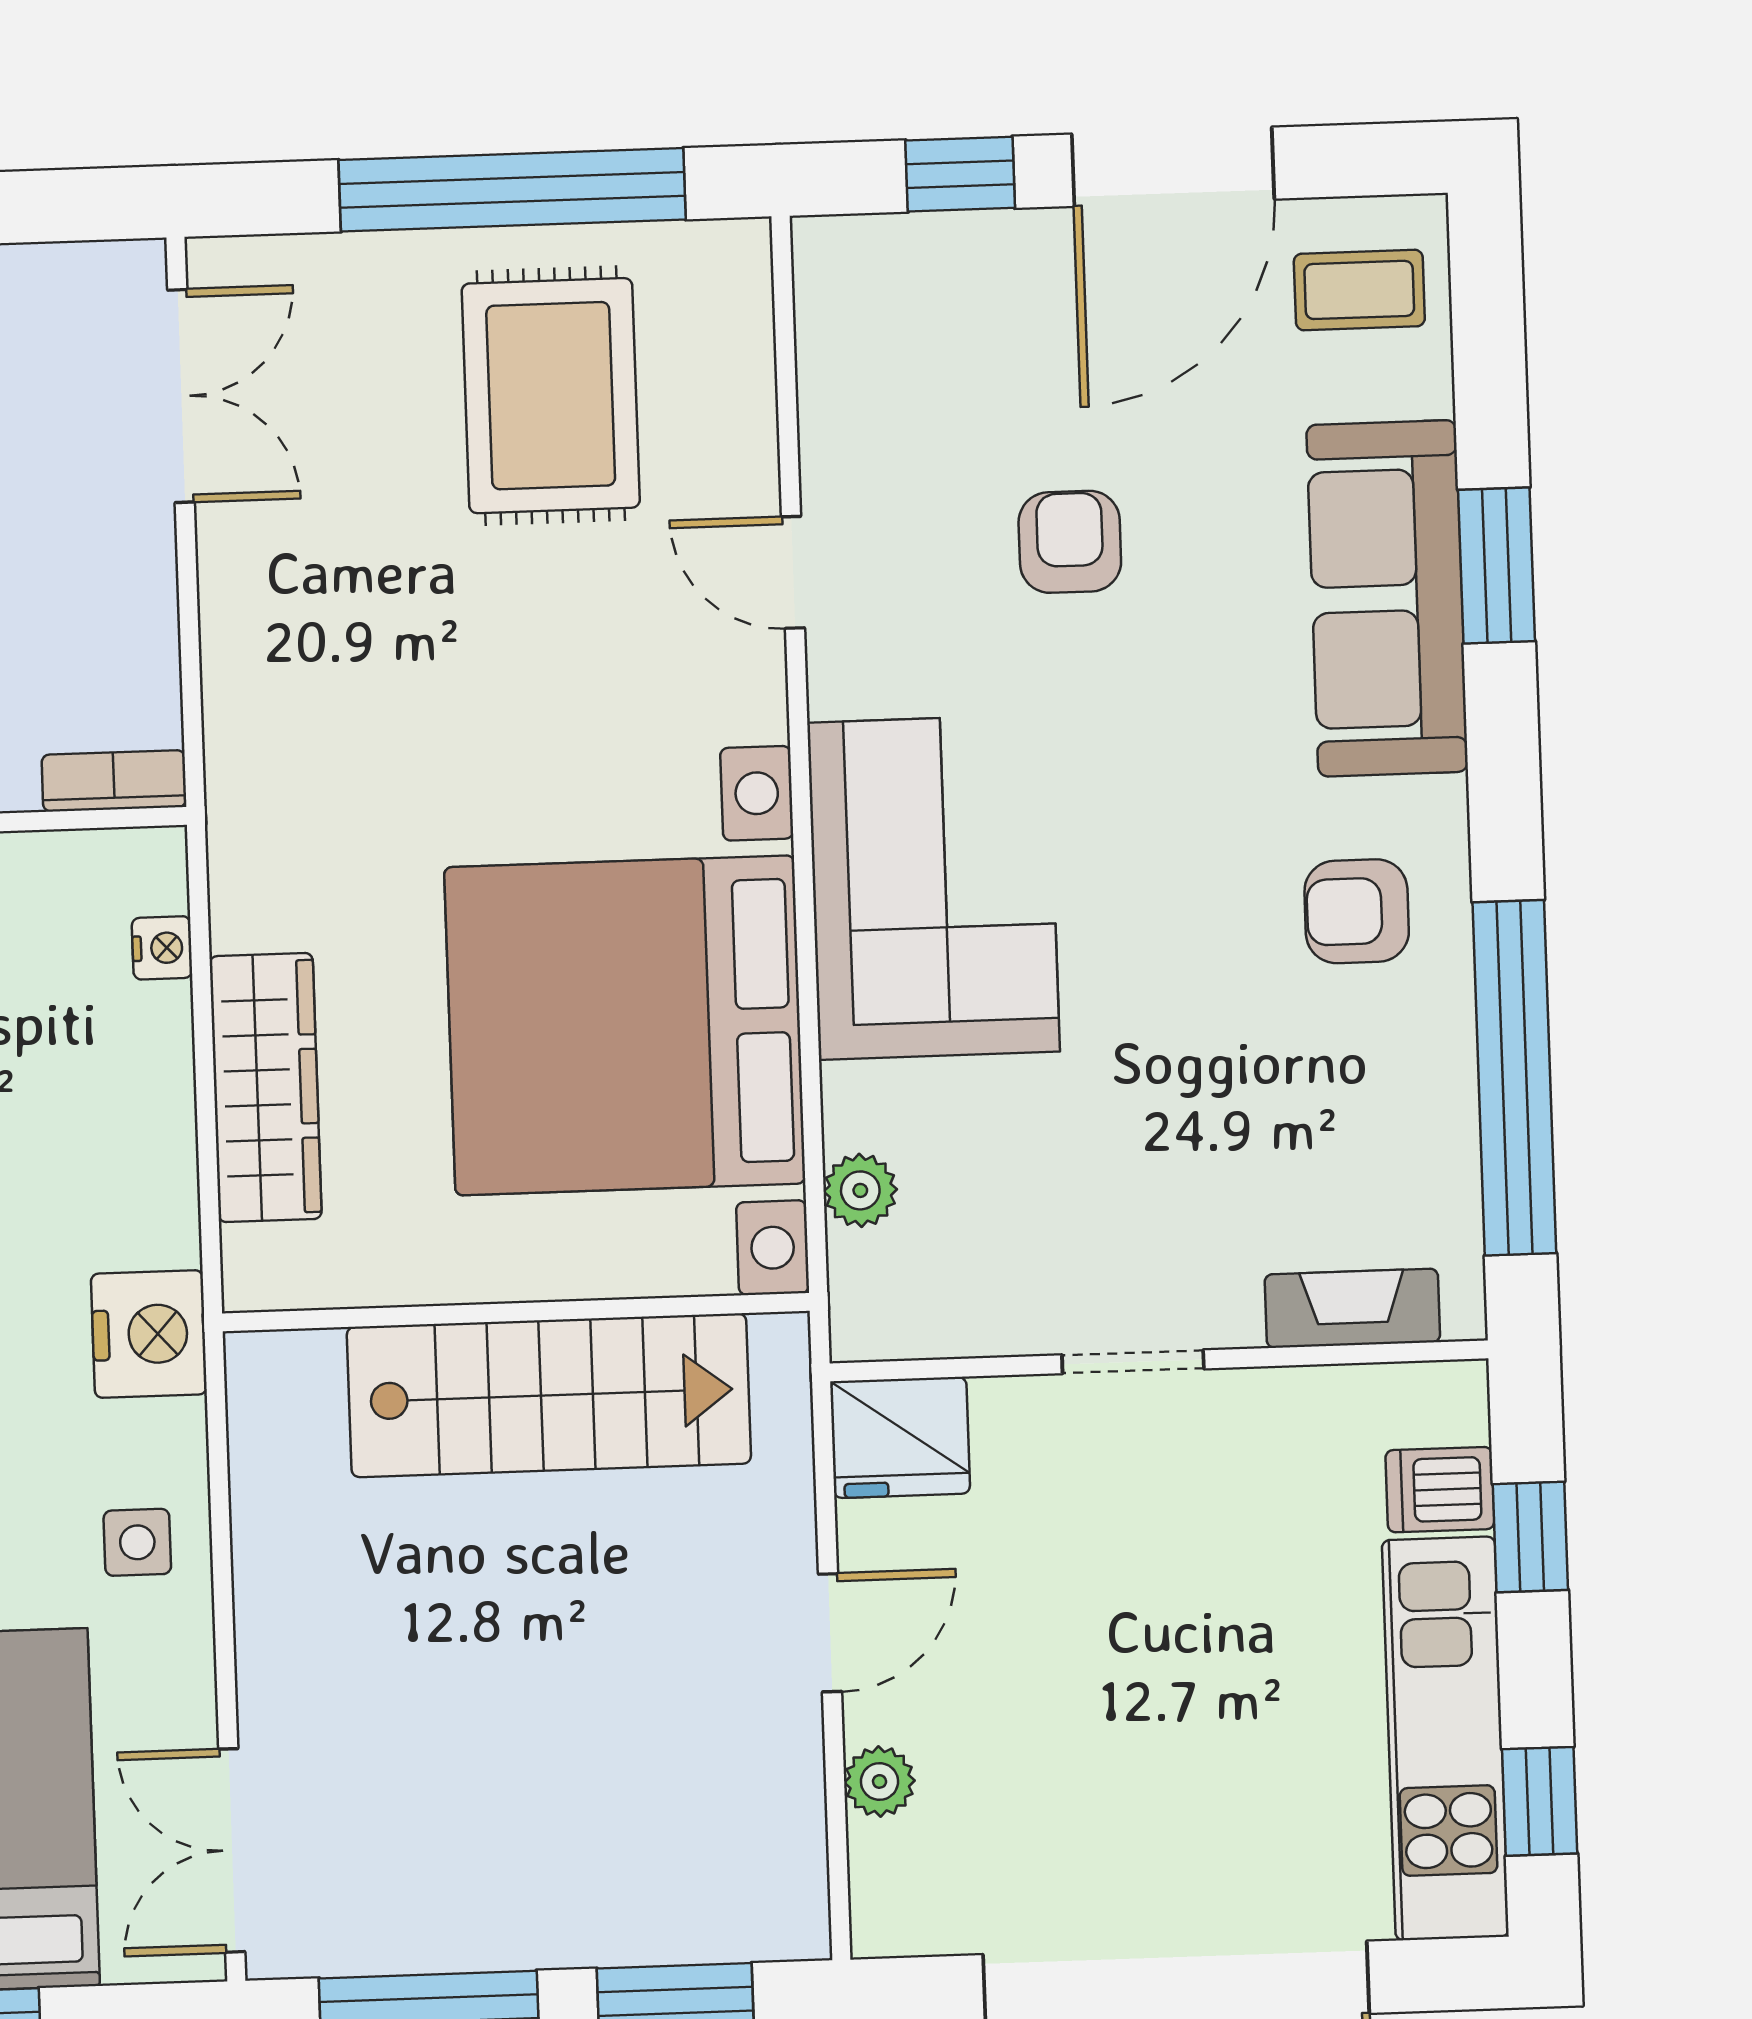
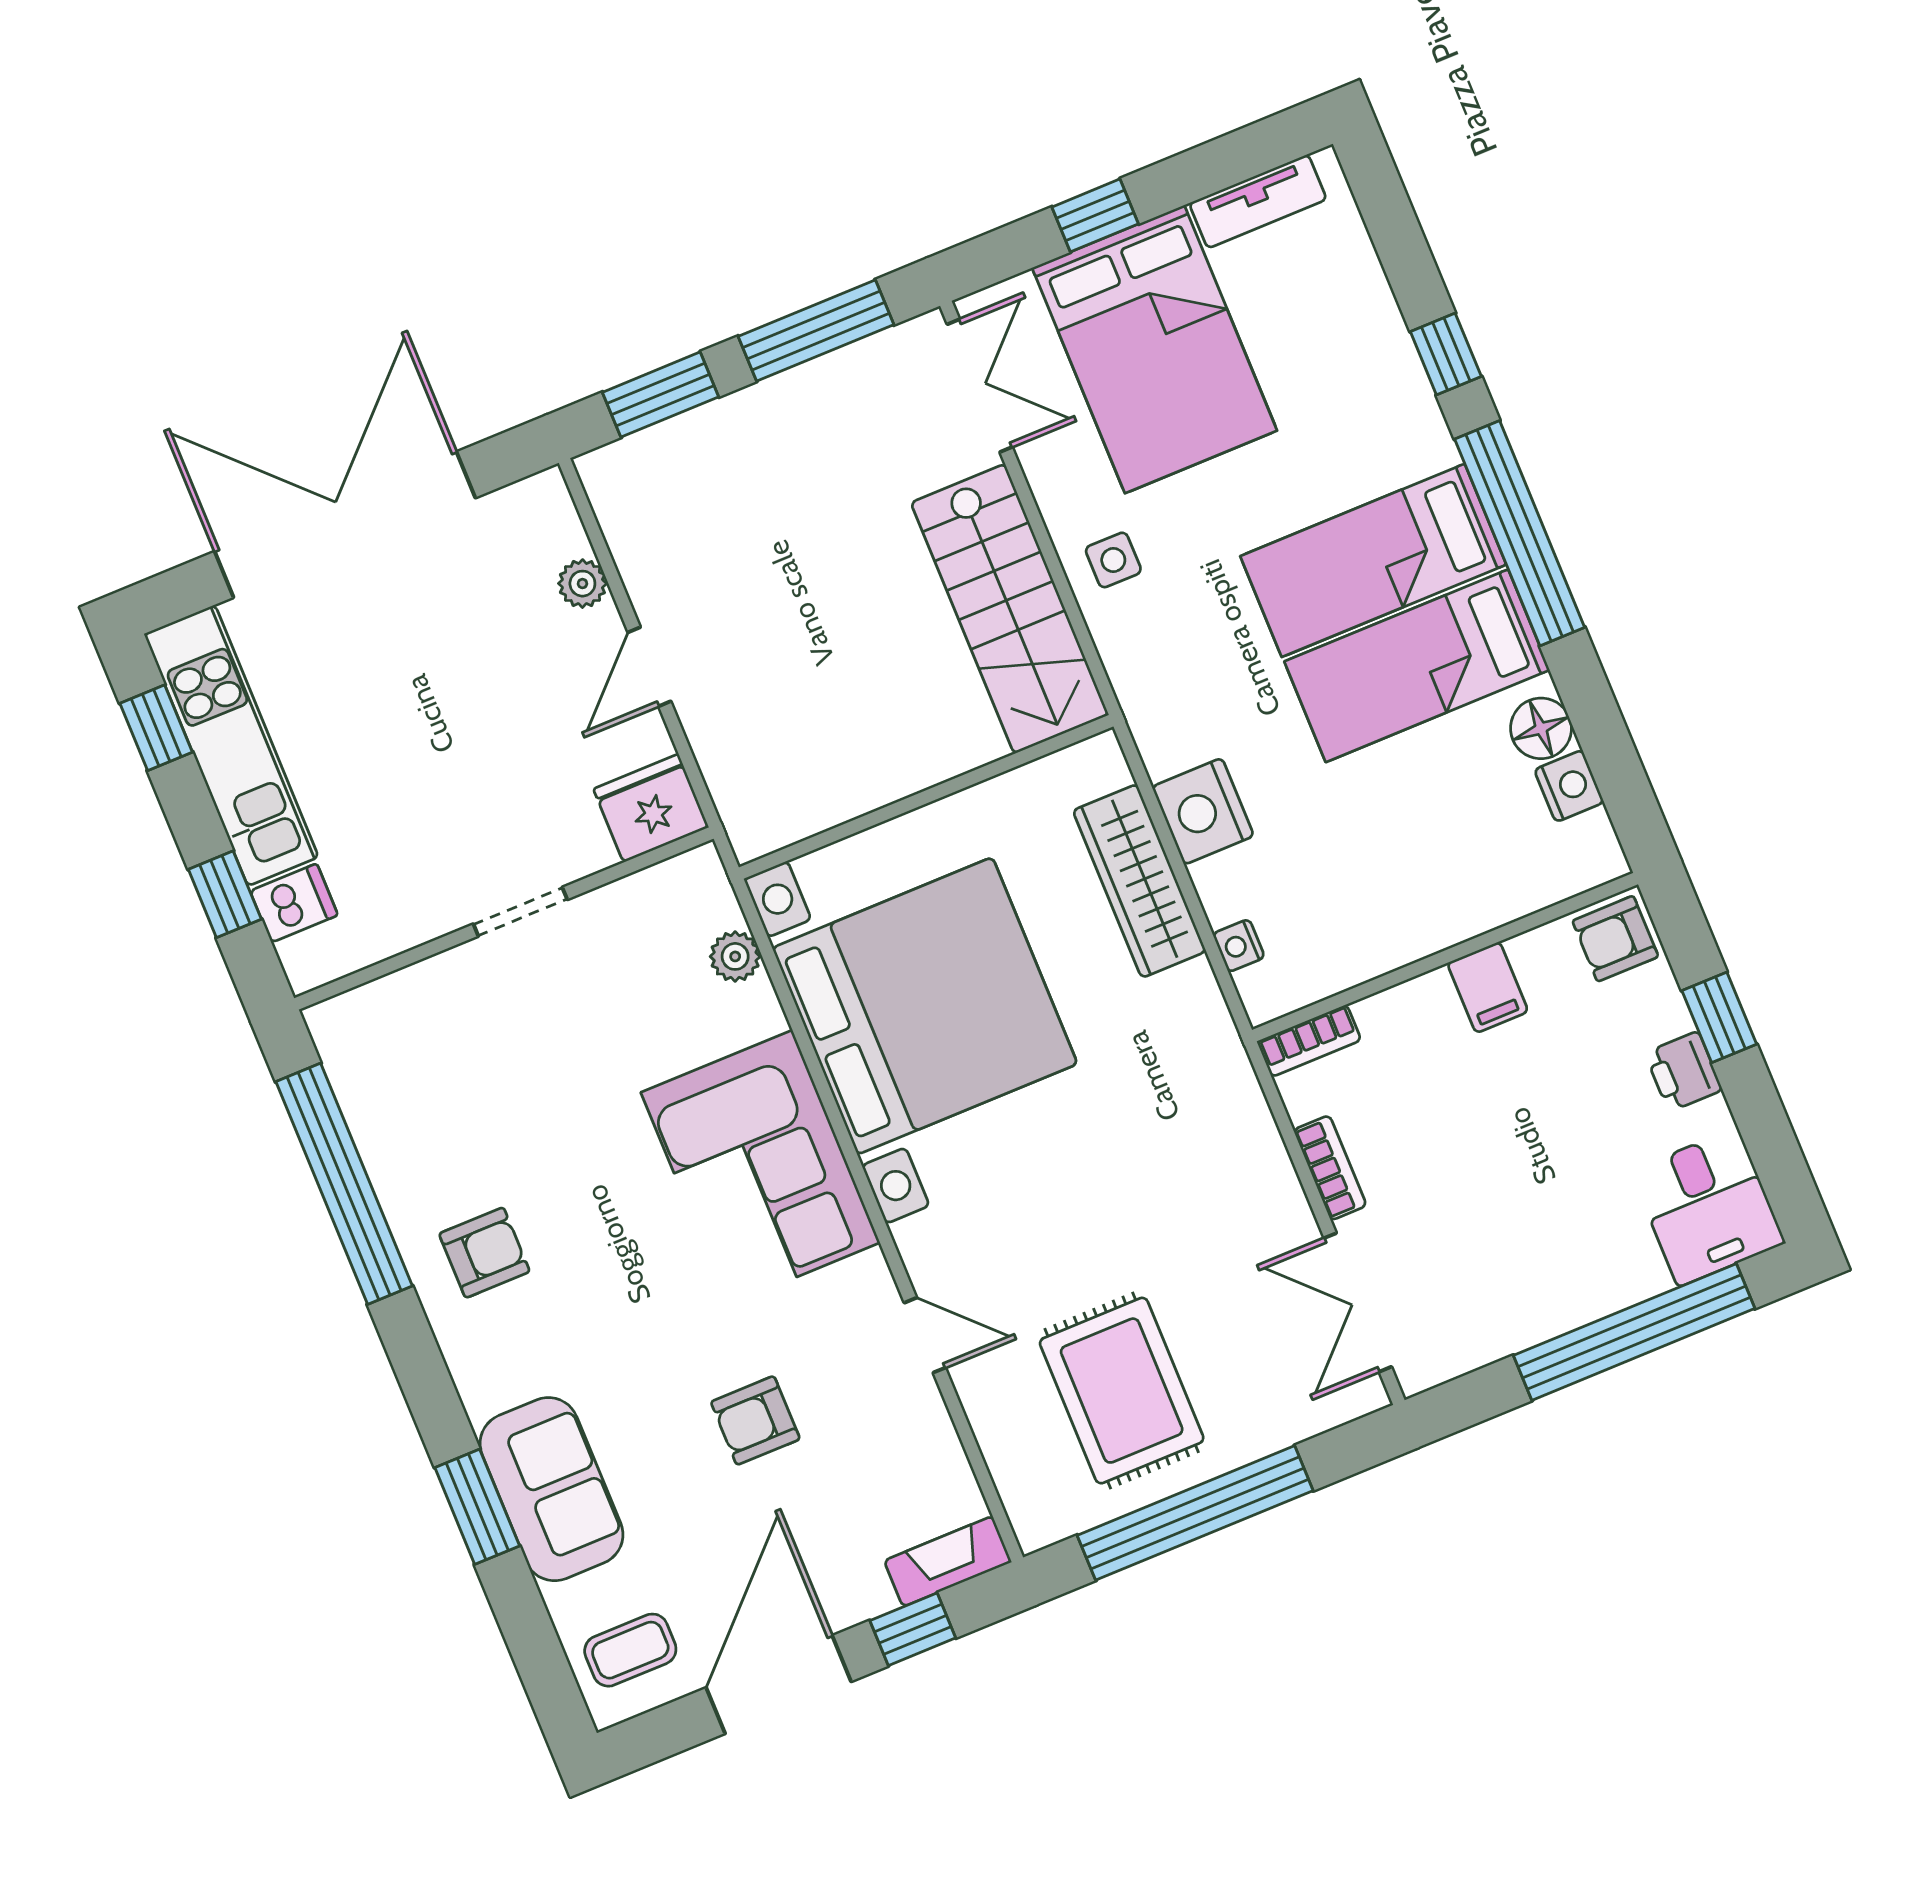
armchair: (1070, 542) -> (755, 1420), turned 90
bookcase: (150, 595) -> (1330, 1168), added
sofa: (1387, 598) -> (551, 1489), width x0.73
fireplace: (1352, 1308) -> (948, 1561), moved, turned 180
nightstand: (149, 1334) -> (1203, 811), moved
stairs: (549, 1395) -> (1010, 609), moved, turned -90

